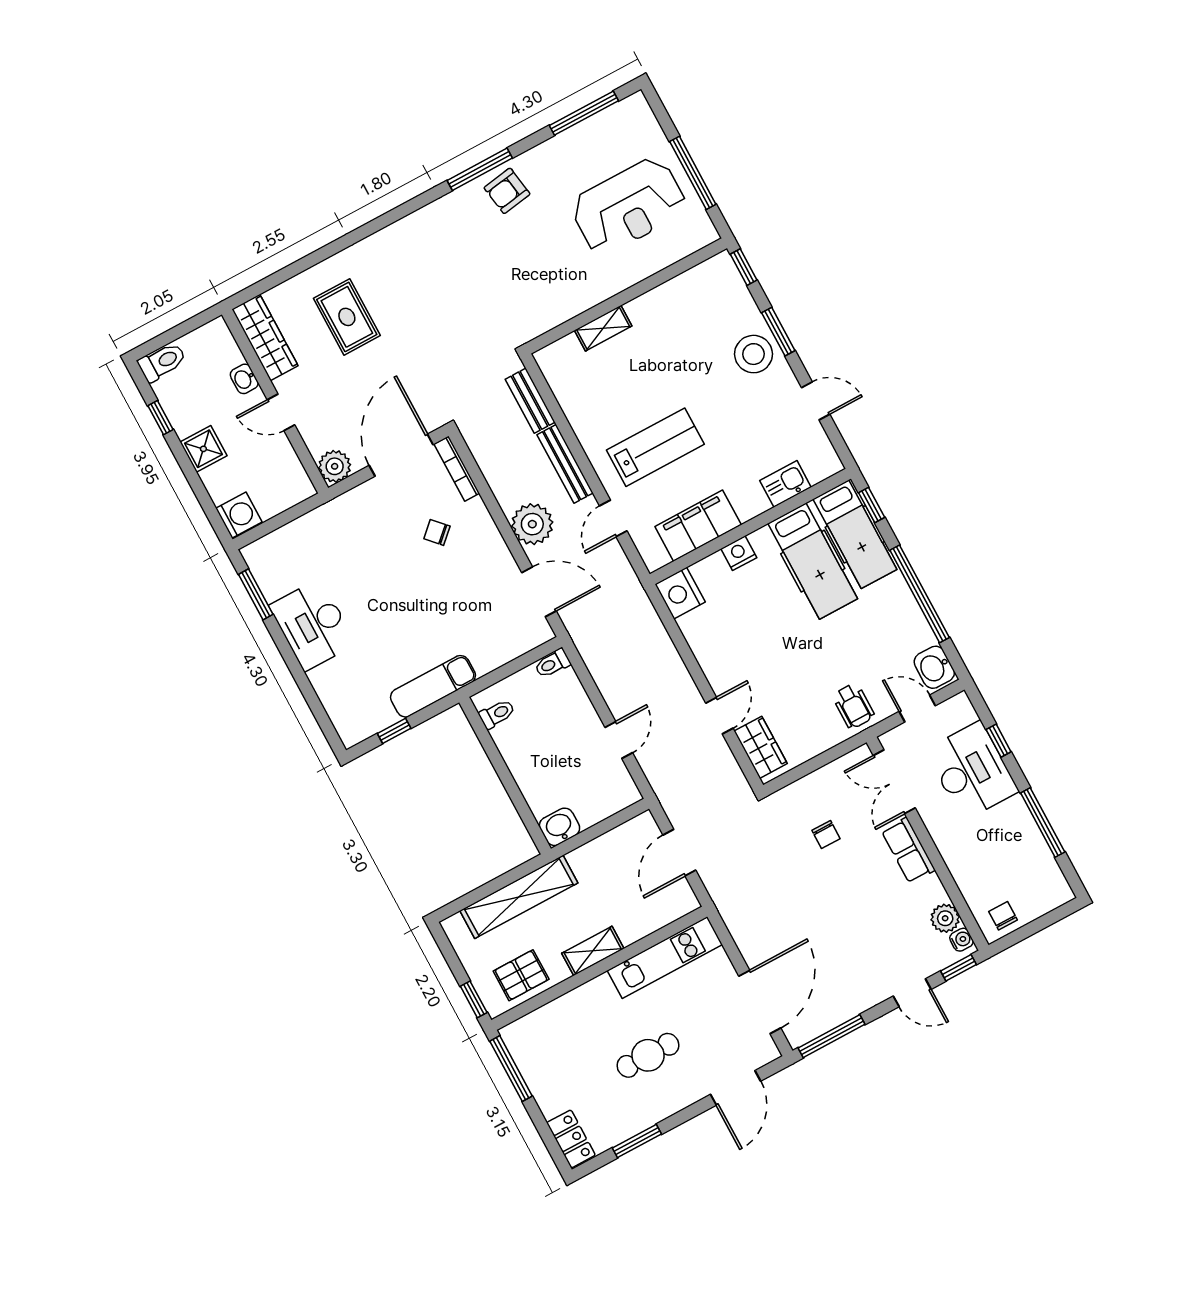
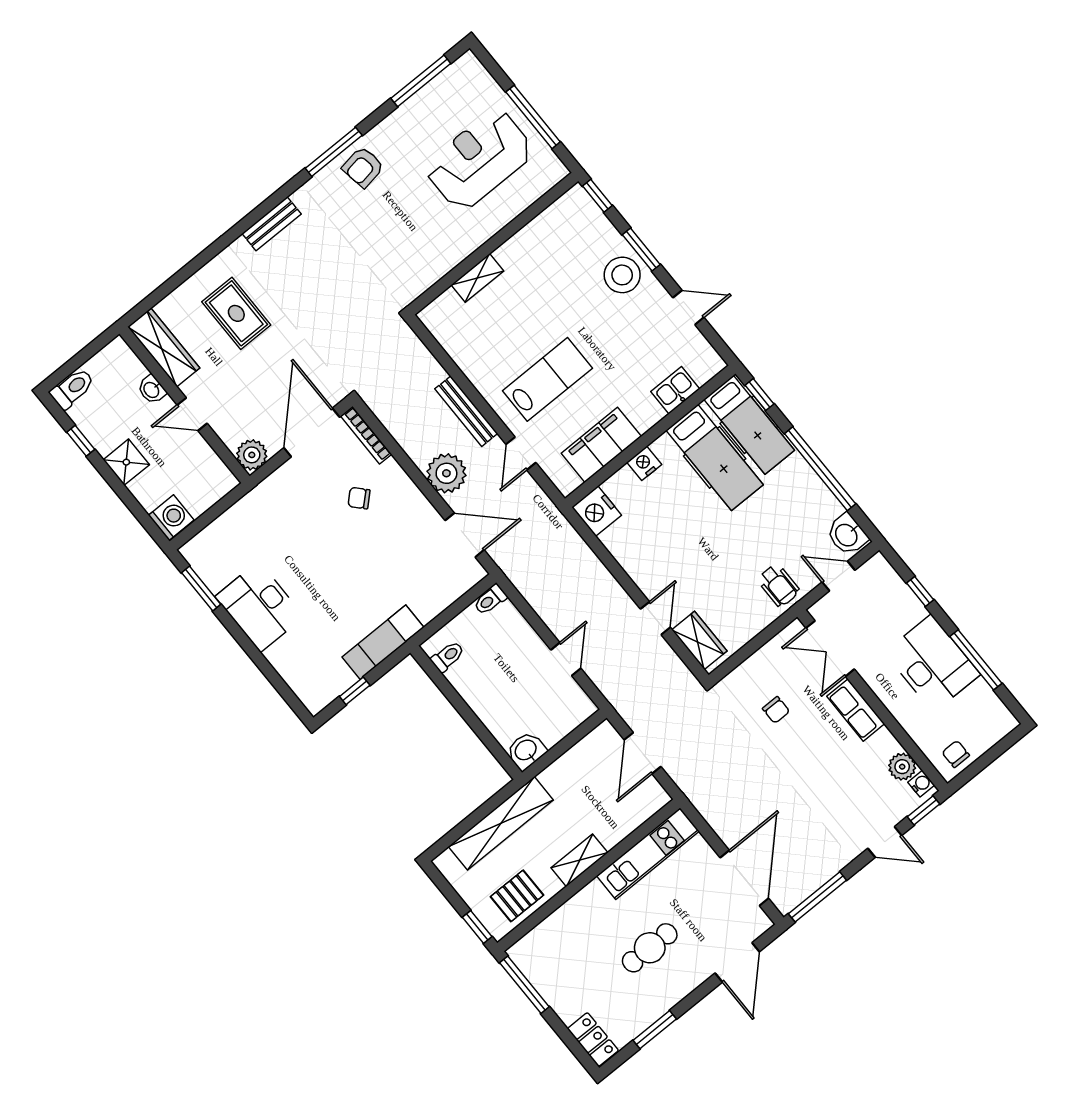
reception desk: (628, 206) -> (479, 160), turned 180
bench: (530, 401) -> (272, 224), moved, turned 90
desk: (972, 771) -> (932, 663), moved

